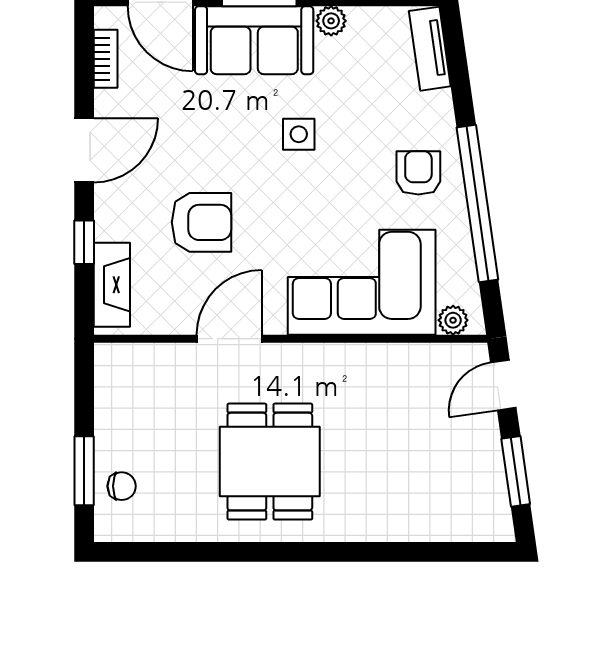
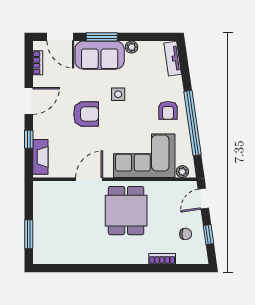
armchair: (418, 173) -> (168, 110), turned 180
armchair: (201, 222) -> (86, 114), moved
dining table: (270, 462) -> (126, 211), moved
window: (516, 471) -> (208, 235), width x0.67
chair: (122, 486) -> (186, 234), moved
bookcase: (404, 529) -> (162, 259), added

